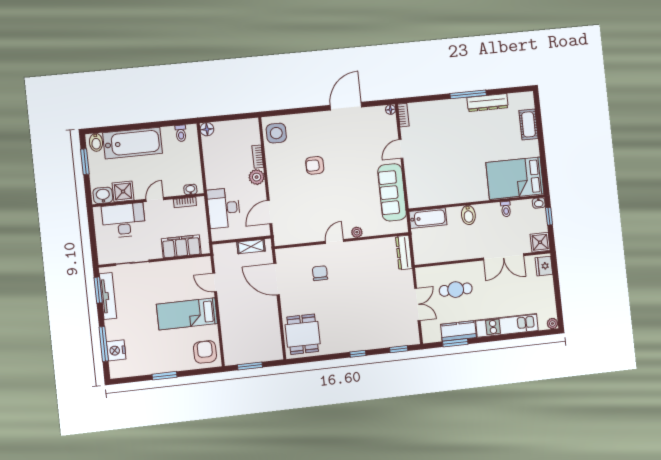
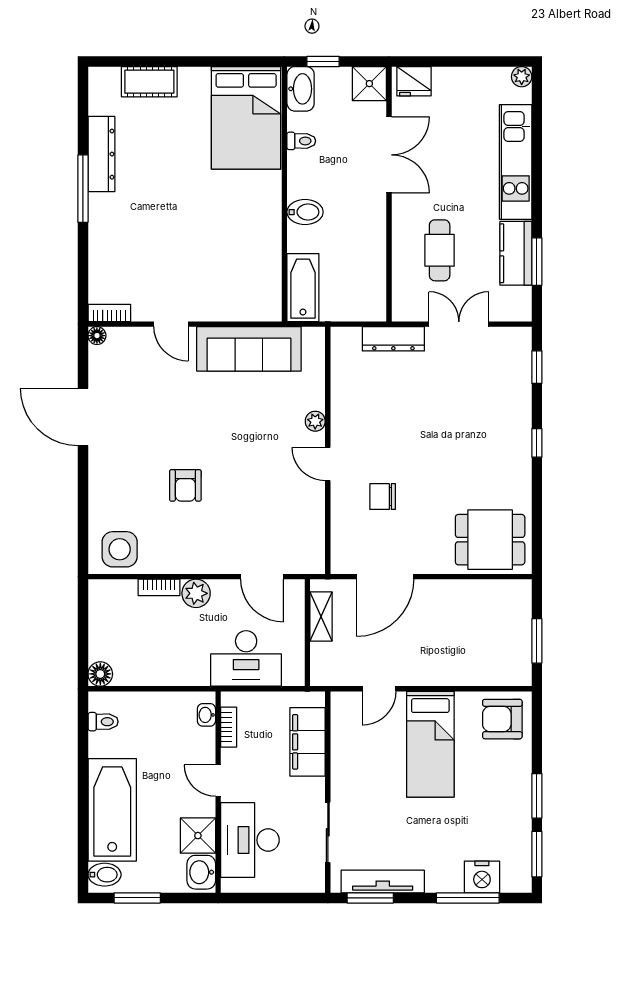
washbasin: (539, 203) -> (301, 89), width x1.91, depth x1.45
dresser: (404, 253) -> (393, 339), moved
window: (132, 379) -> (537, 854), added

